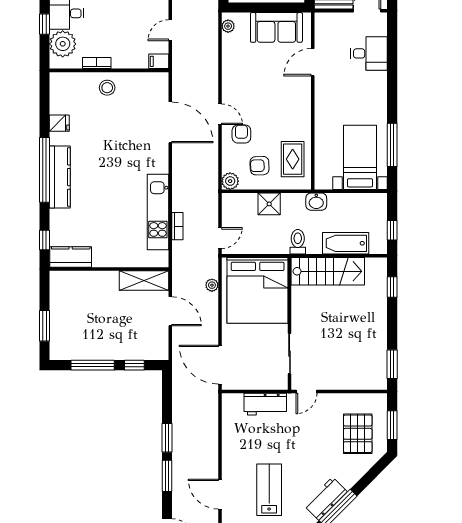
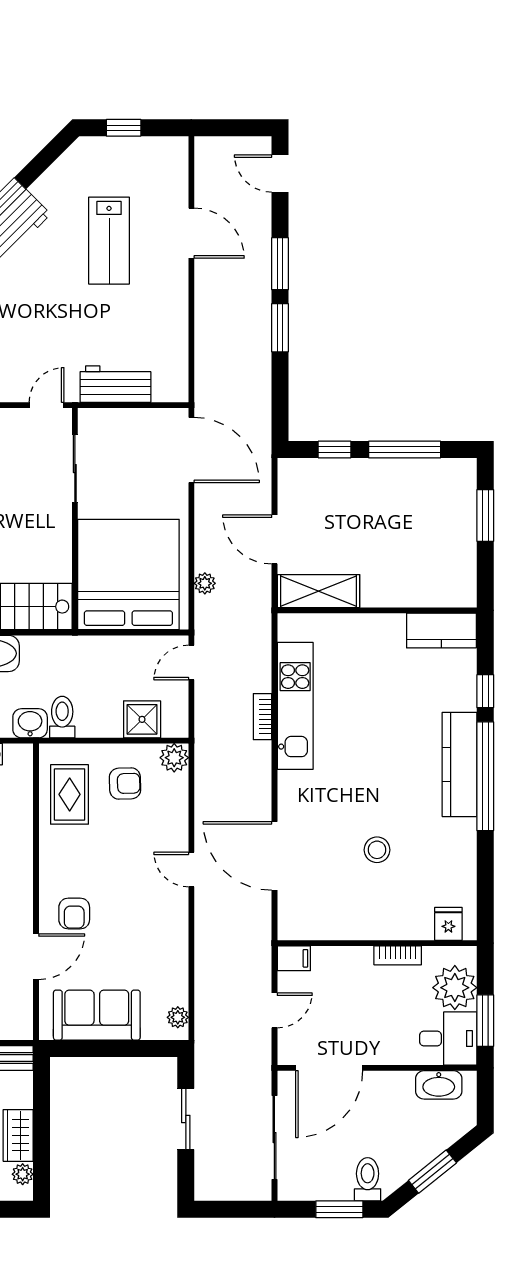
window: (45, 24) -> (485, 1021), width x1.50
stool: (107, 88) -> (377, 850), moved
fridge: (59, 123) -> (448, 924), moved, turned 90
armchair: (241, 134) -> (74, 913), moved
shower: (269, 204) -> (142, 719), moved
bookcase: (177, 226) -> (262, 717), moved
window: (45, 240) -> (485, 691), moved
toilet: (298, 242) -> (62, 717), moved, turned 180

